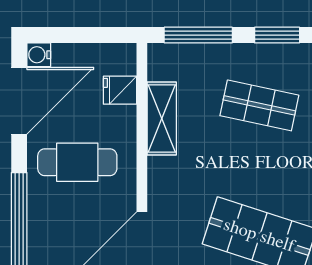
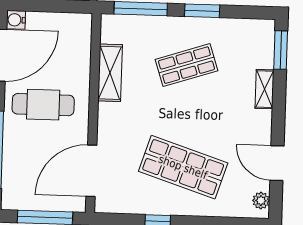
fridge: (120, 90) -> (78, 50), removed
shop shelf: (259, 105) -> (187, 65), turned -30

